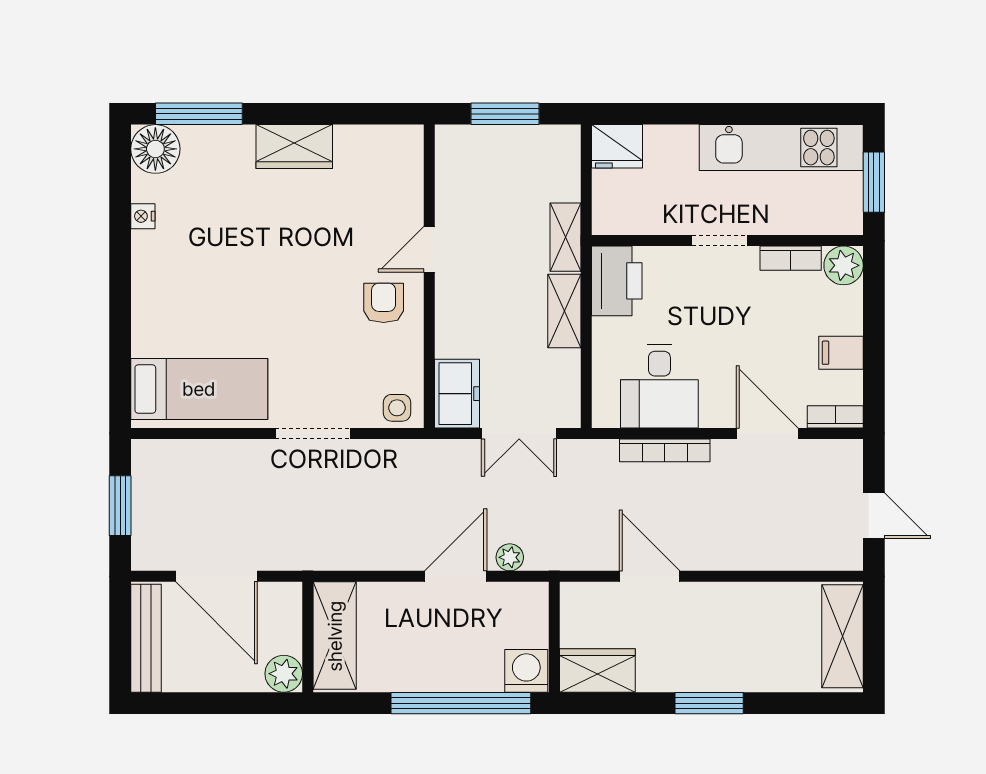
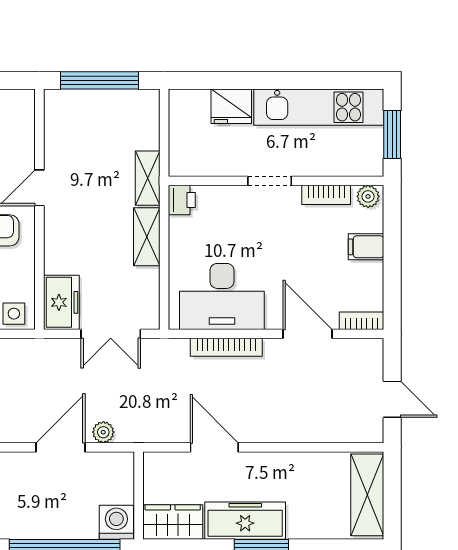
window: (505, 114) -> (100, 80), width x1.44
fridge: (617, 146) -> (231, 106), moved
plant: (844, 265) -> (368, 196), width x0.73, depth x0.73
printer: (617, 281) -> (182, 200), width x0.53, depth x0.68
filing cabinet: (841, 353) -> (366, 247), moved
desk: (659, 386) -> (222, 296), width x1.37
freezer: (689, 669) -> (245, 521), added

